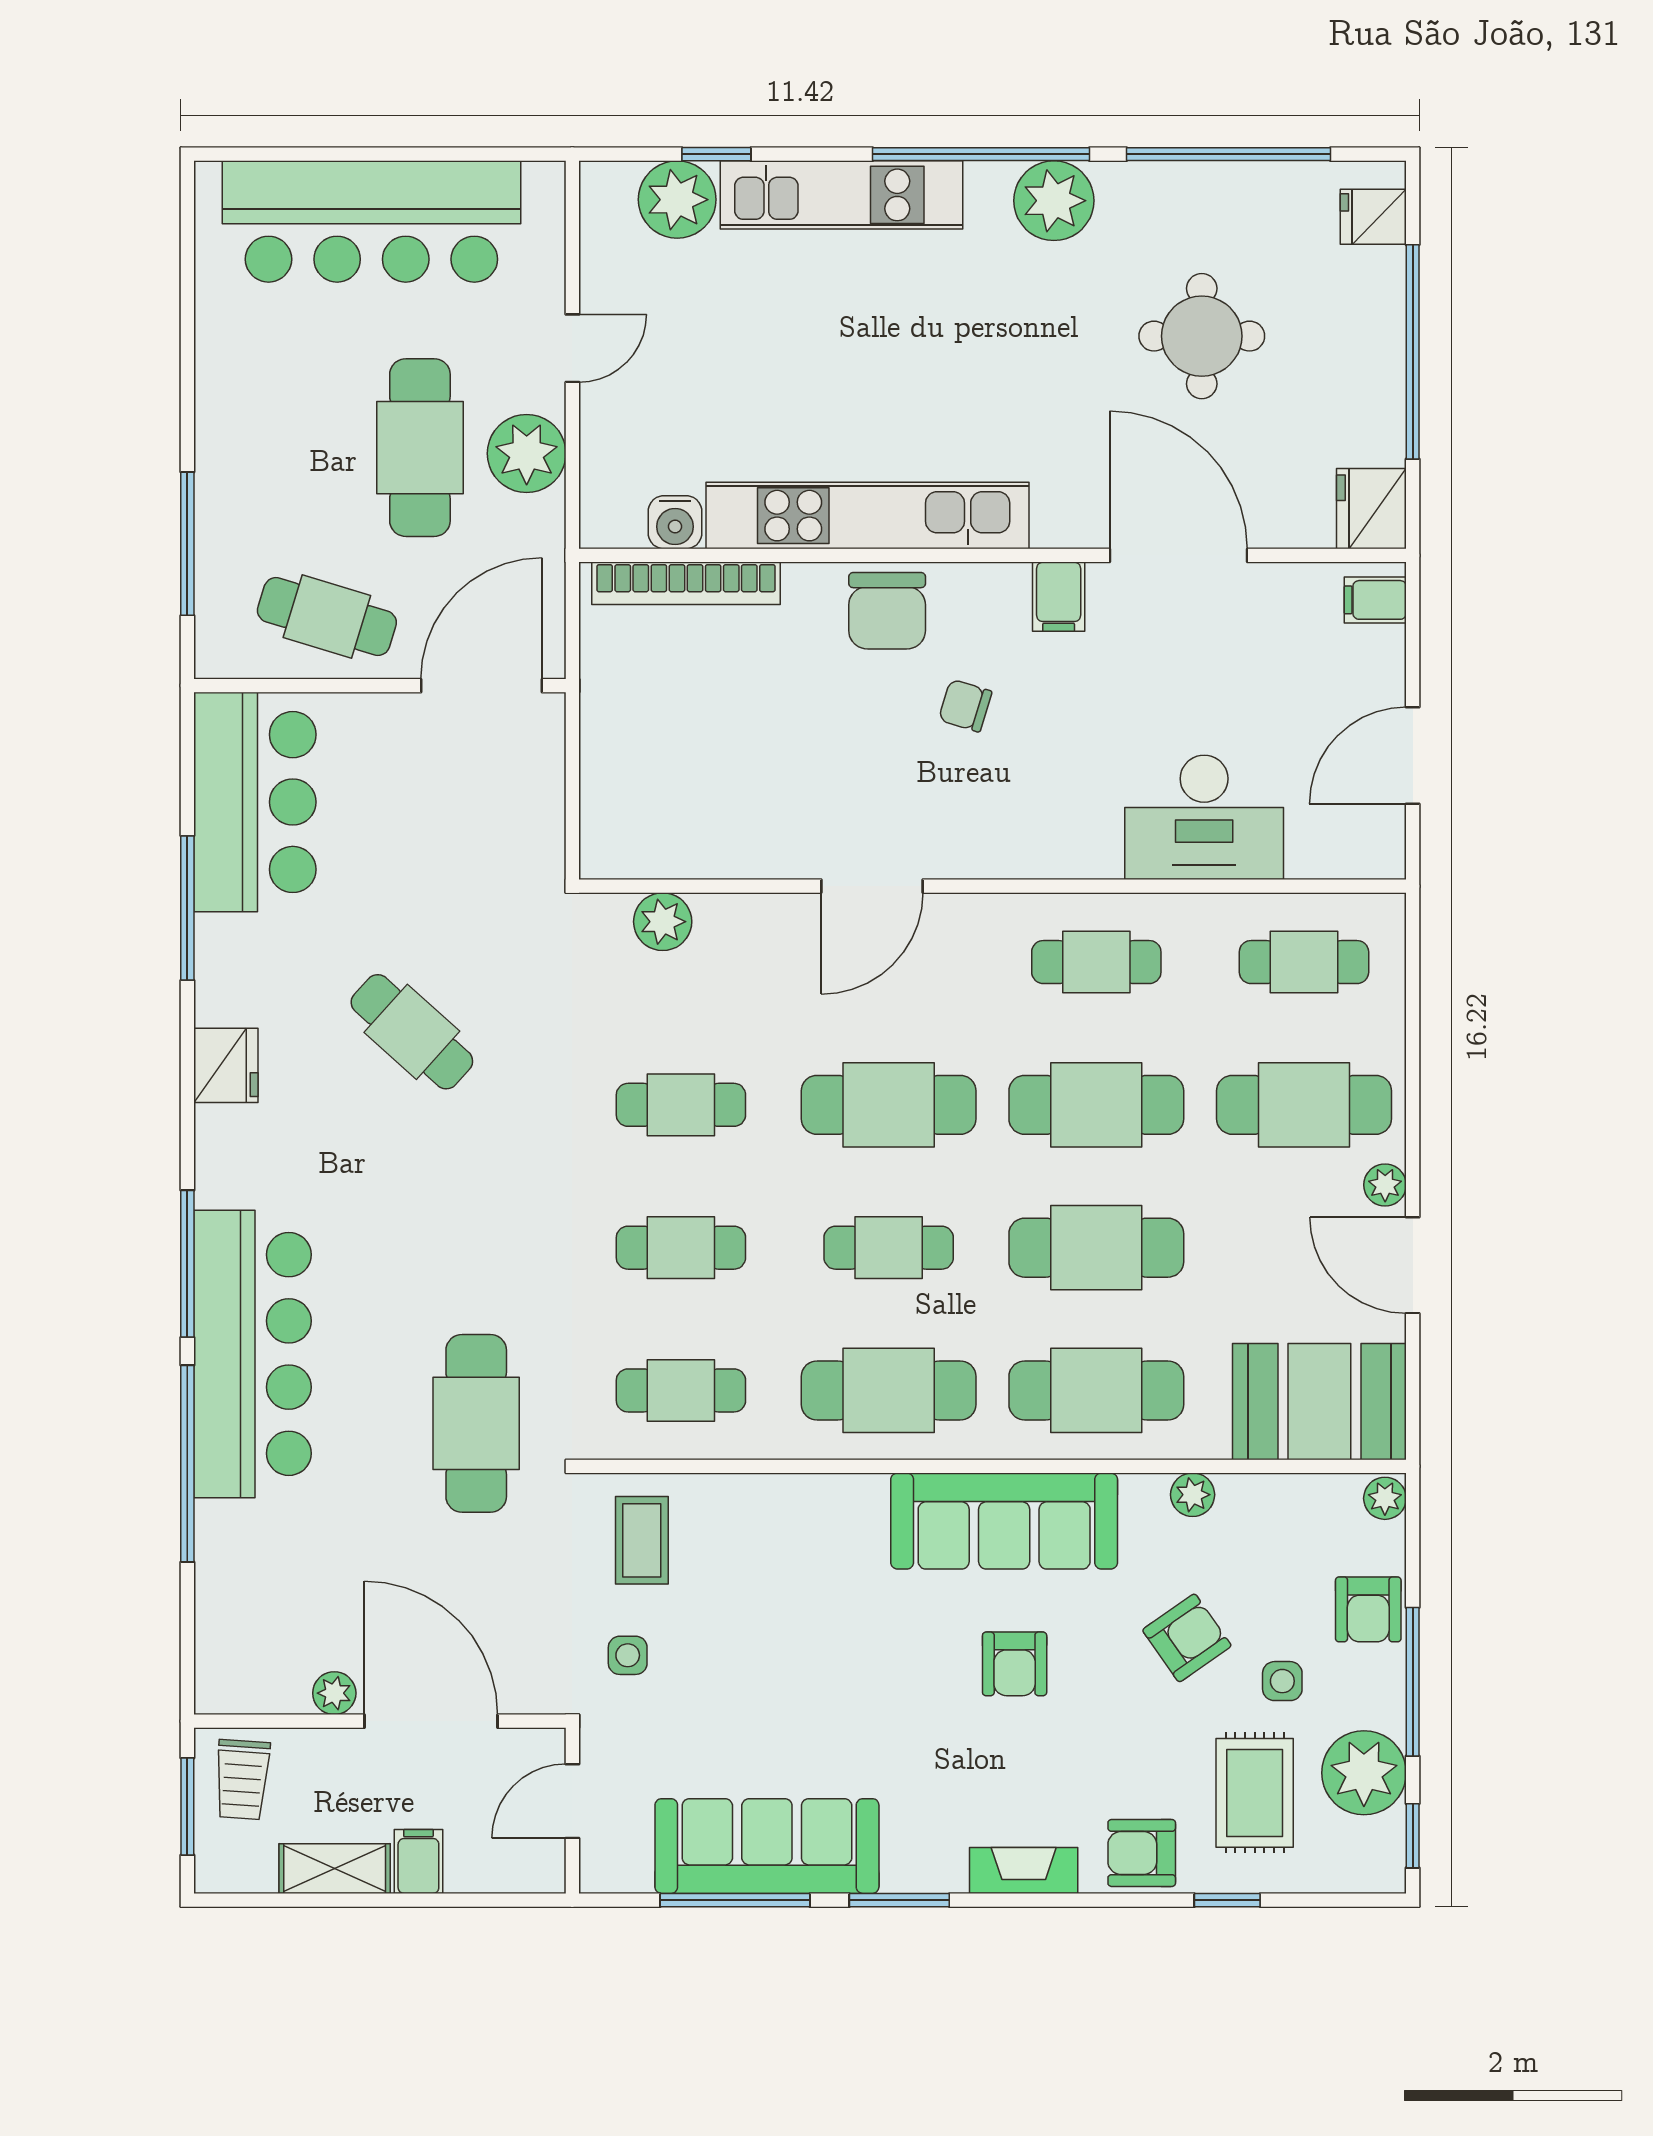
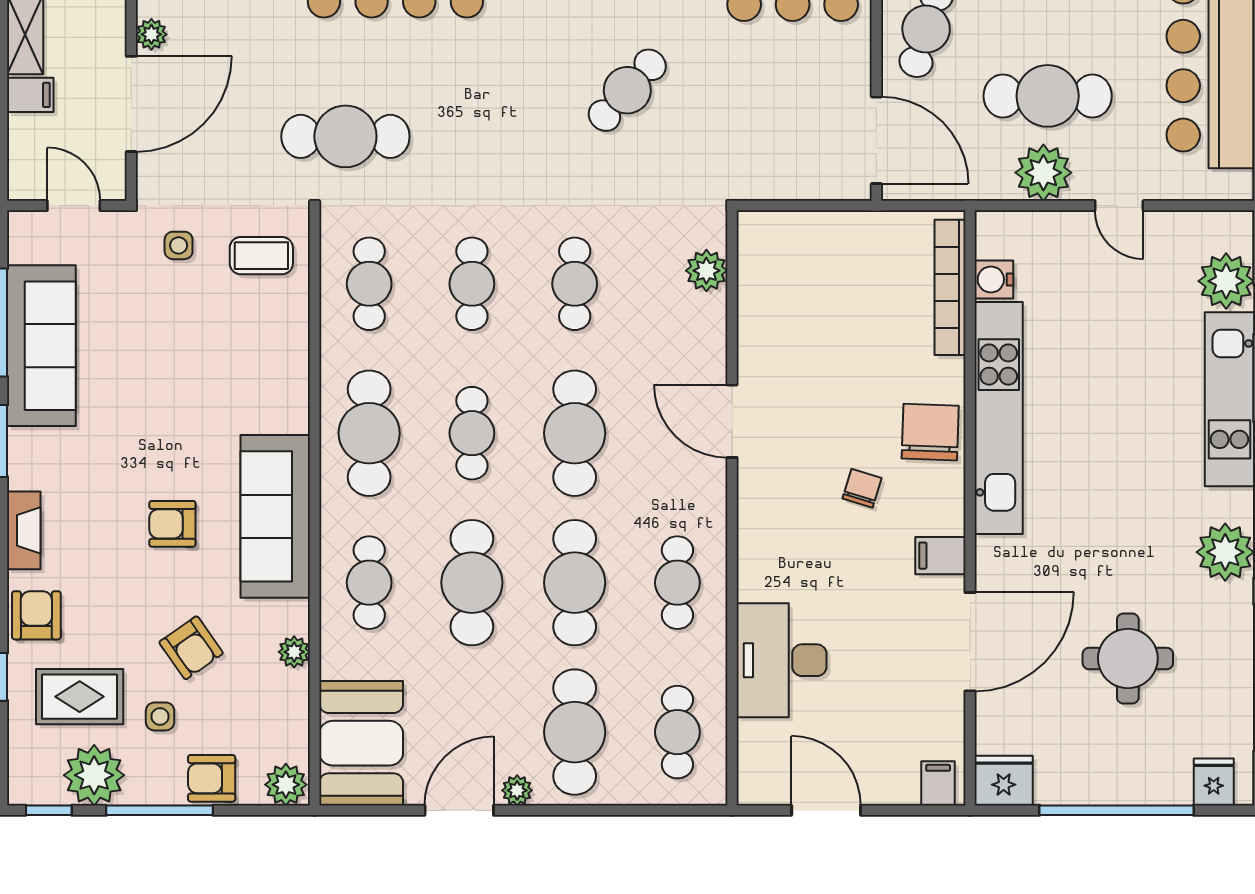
chair: (887, 611) -> (930, 432), turned 92
cafe table: (1096, 1390) -> (369, 583), width x0.73, depth x0.74
plant: (1385, 1498) -> (286, 785), width x1.38, depth x1.38

